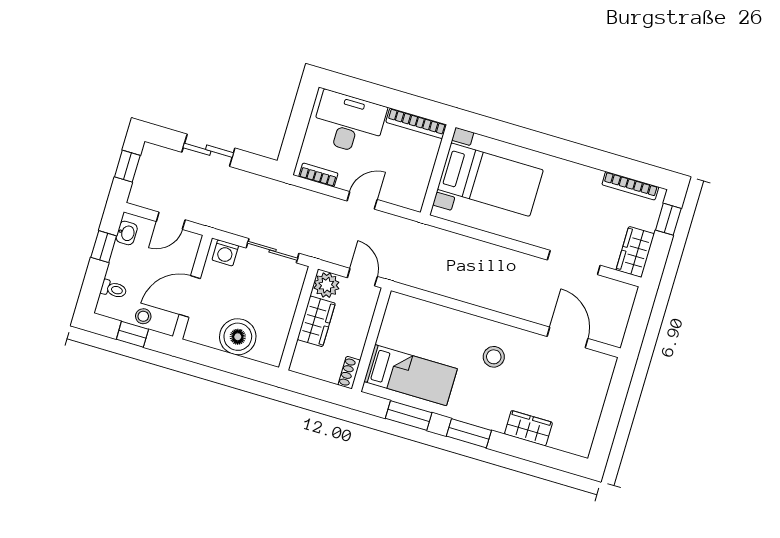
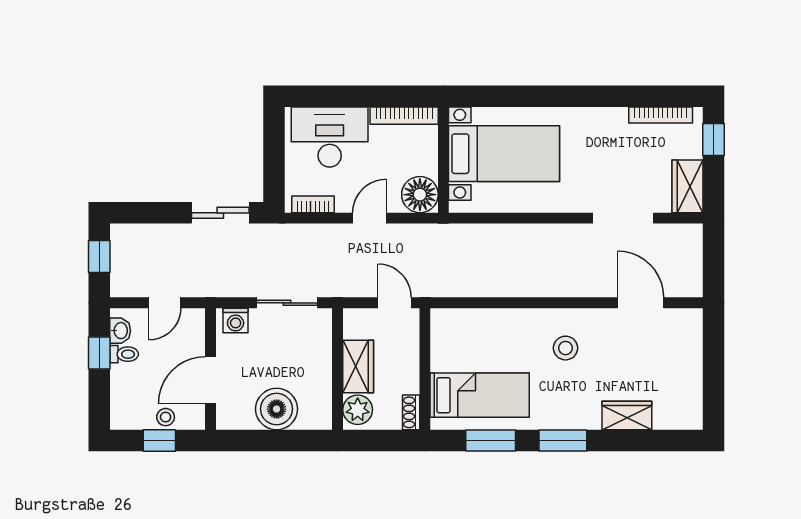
sliding door: (208, 150) -> (220, 213), moved
floor lamp: (410, 193) -> (420, 195), added
plant: (326, 285) -> (358, 410), moved
toilet: (114, 289) -> (124, 354), moved

